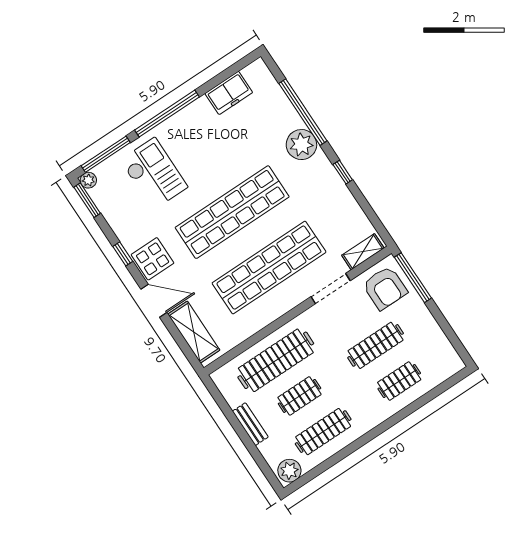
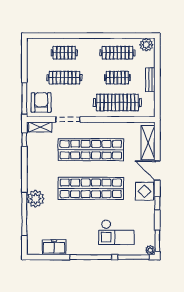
window: (343, 172) -> (24, 140), moved
checkout: (154, 174) -> (116, 232), turned -90

